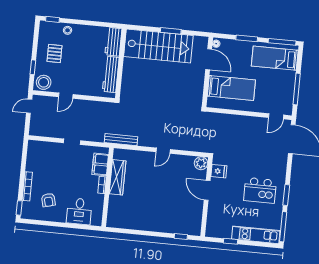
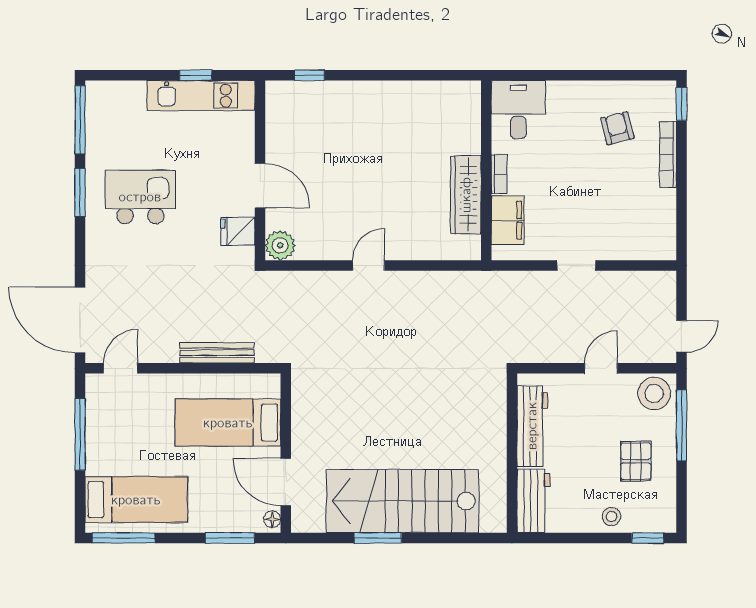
window: (247, 38) -> (230, 538), moved
workbench: (113, 42) -> (533, 501), moved
wall: (121, 64) -> (512, 453), moved
window: (33, 67) -> (682, 425), width x2.17
workbench: (111, 74) -> (532, 426), moved
bench: (121, 140) -> (217, 353), moved
desk: (79, 211) -> (518, 109), moved
kitchen unit: (256, 235) -> (201, 96), moved

